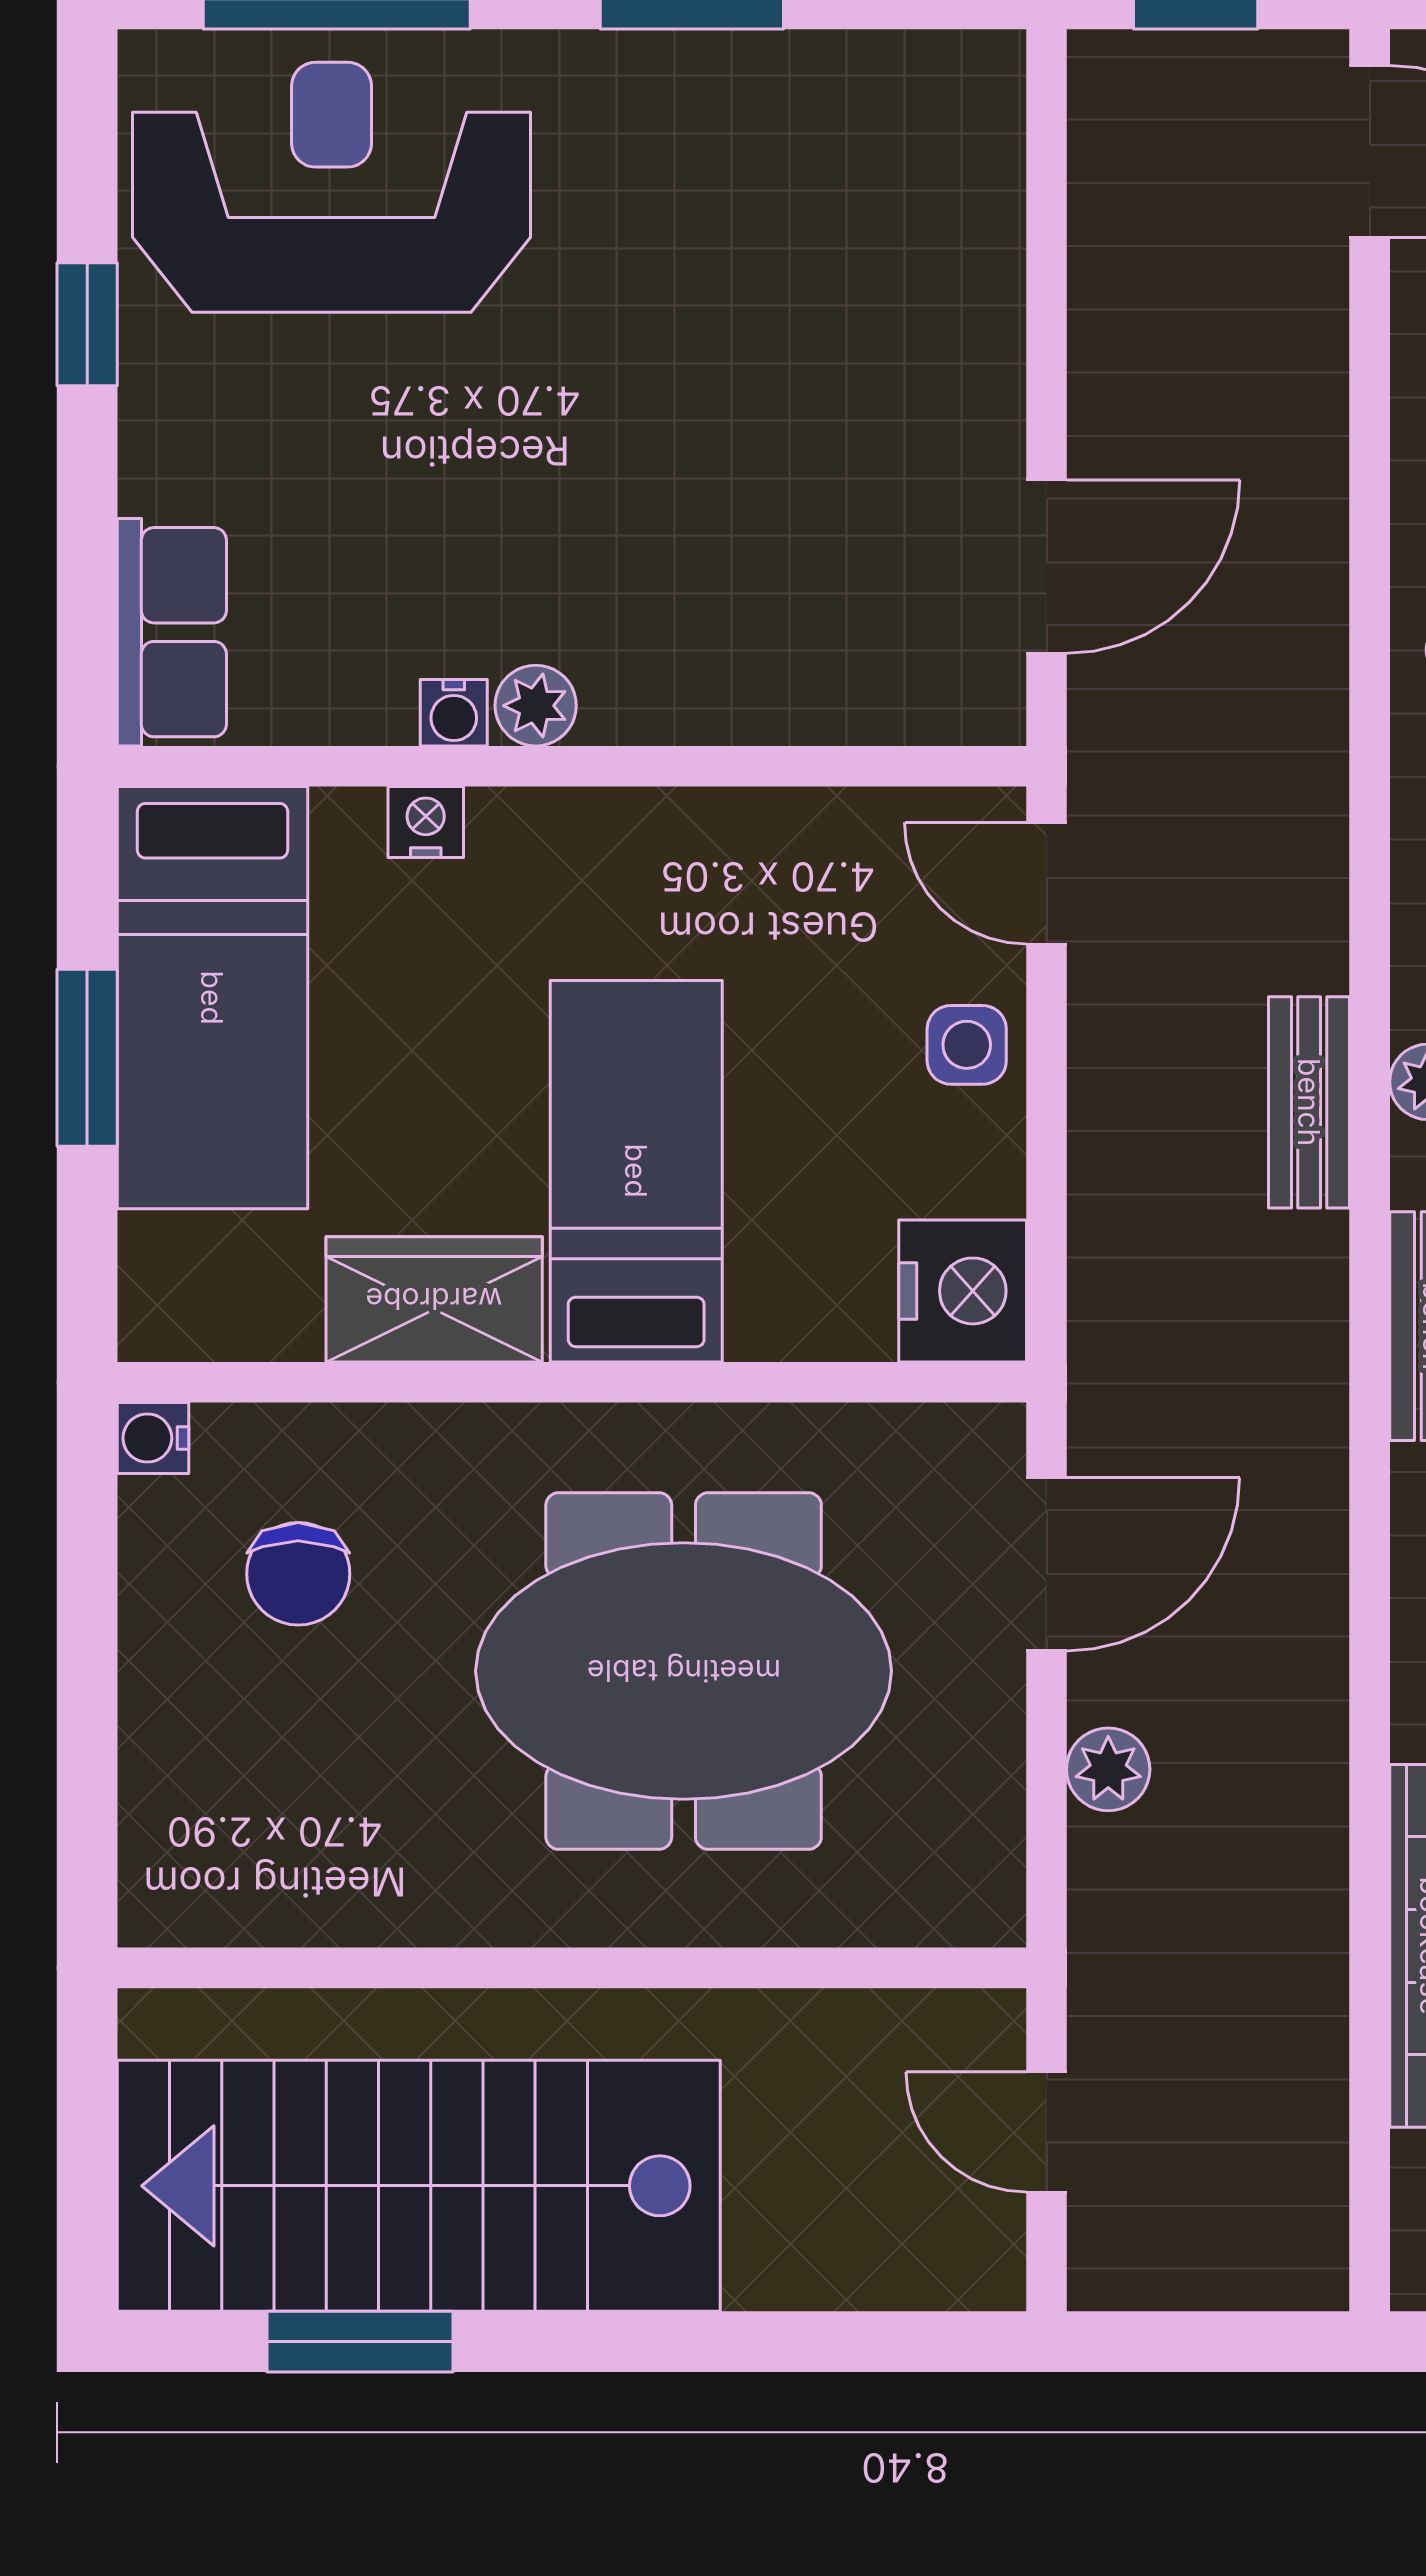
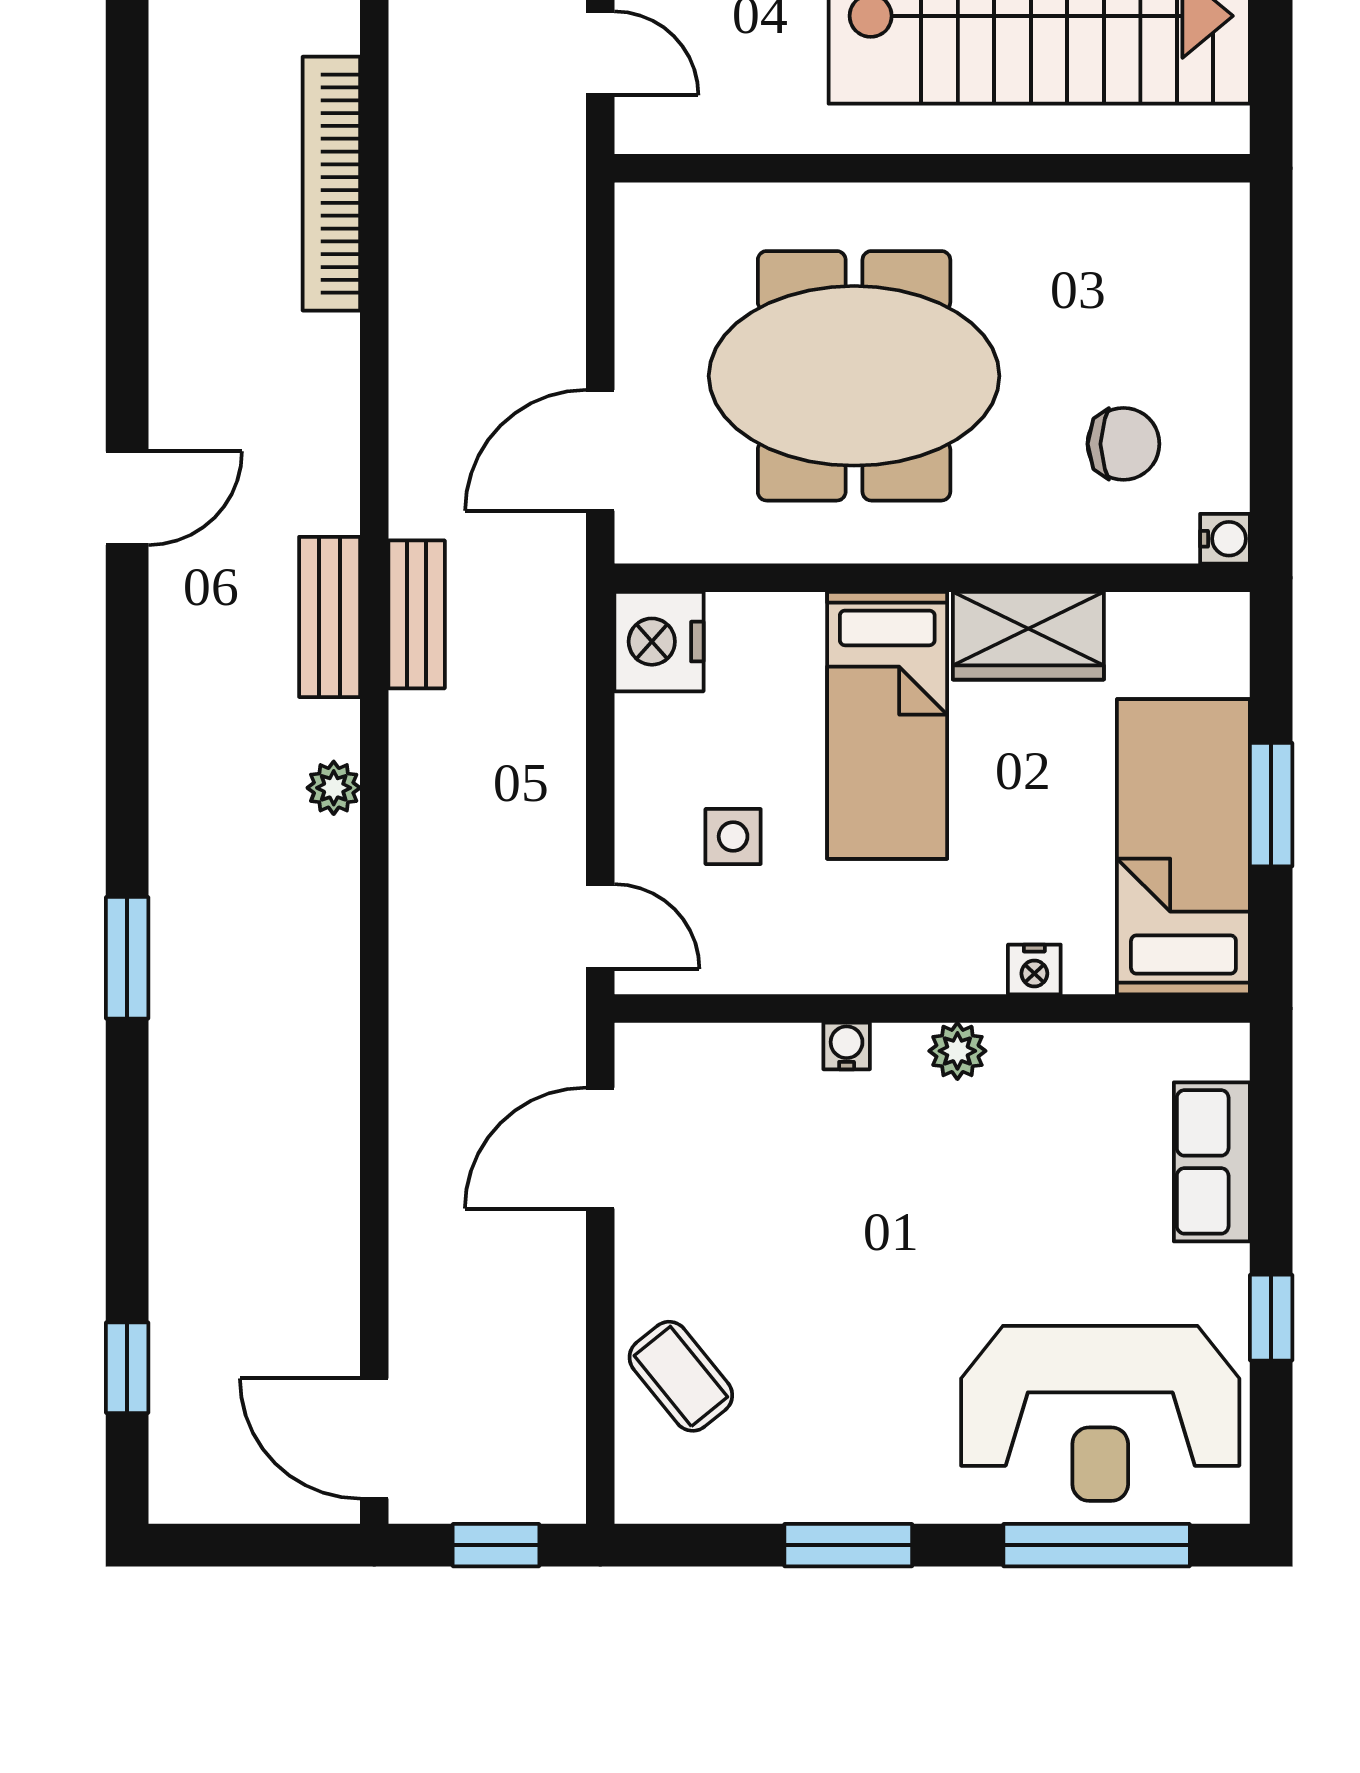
coffee table: (931, 240) -> (681, 1376), added
row of seats: (172, 632) -> (1212, 1162), moved
water cooler: (454, 713) -> (847, 1046), moved
side table: (967, 1045) -> (733, 836), moved
bench: (1309, 1102) -> (417, 614), moved
chair: (298, 1574) -> (1123, 444), turned 90
plant: (1108, 1769) -> (557, 307), removed

